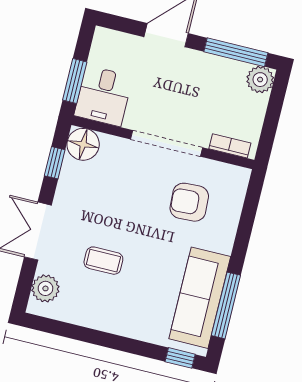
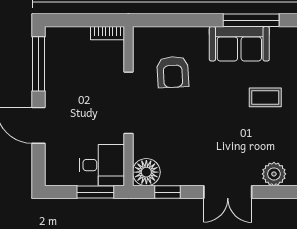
plant: (260, 80) -> (56, 38), removed
bookcase: (230, 146) -> (108, 33), moved, turned -90
coffee table: (103, 261) -> (265, 97), moved, turned 90
sofa: (200, 298) -> (239, 44), width x0.73

